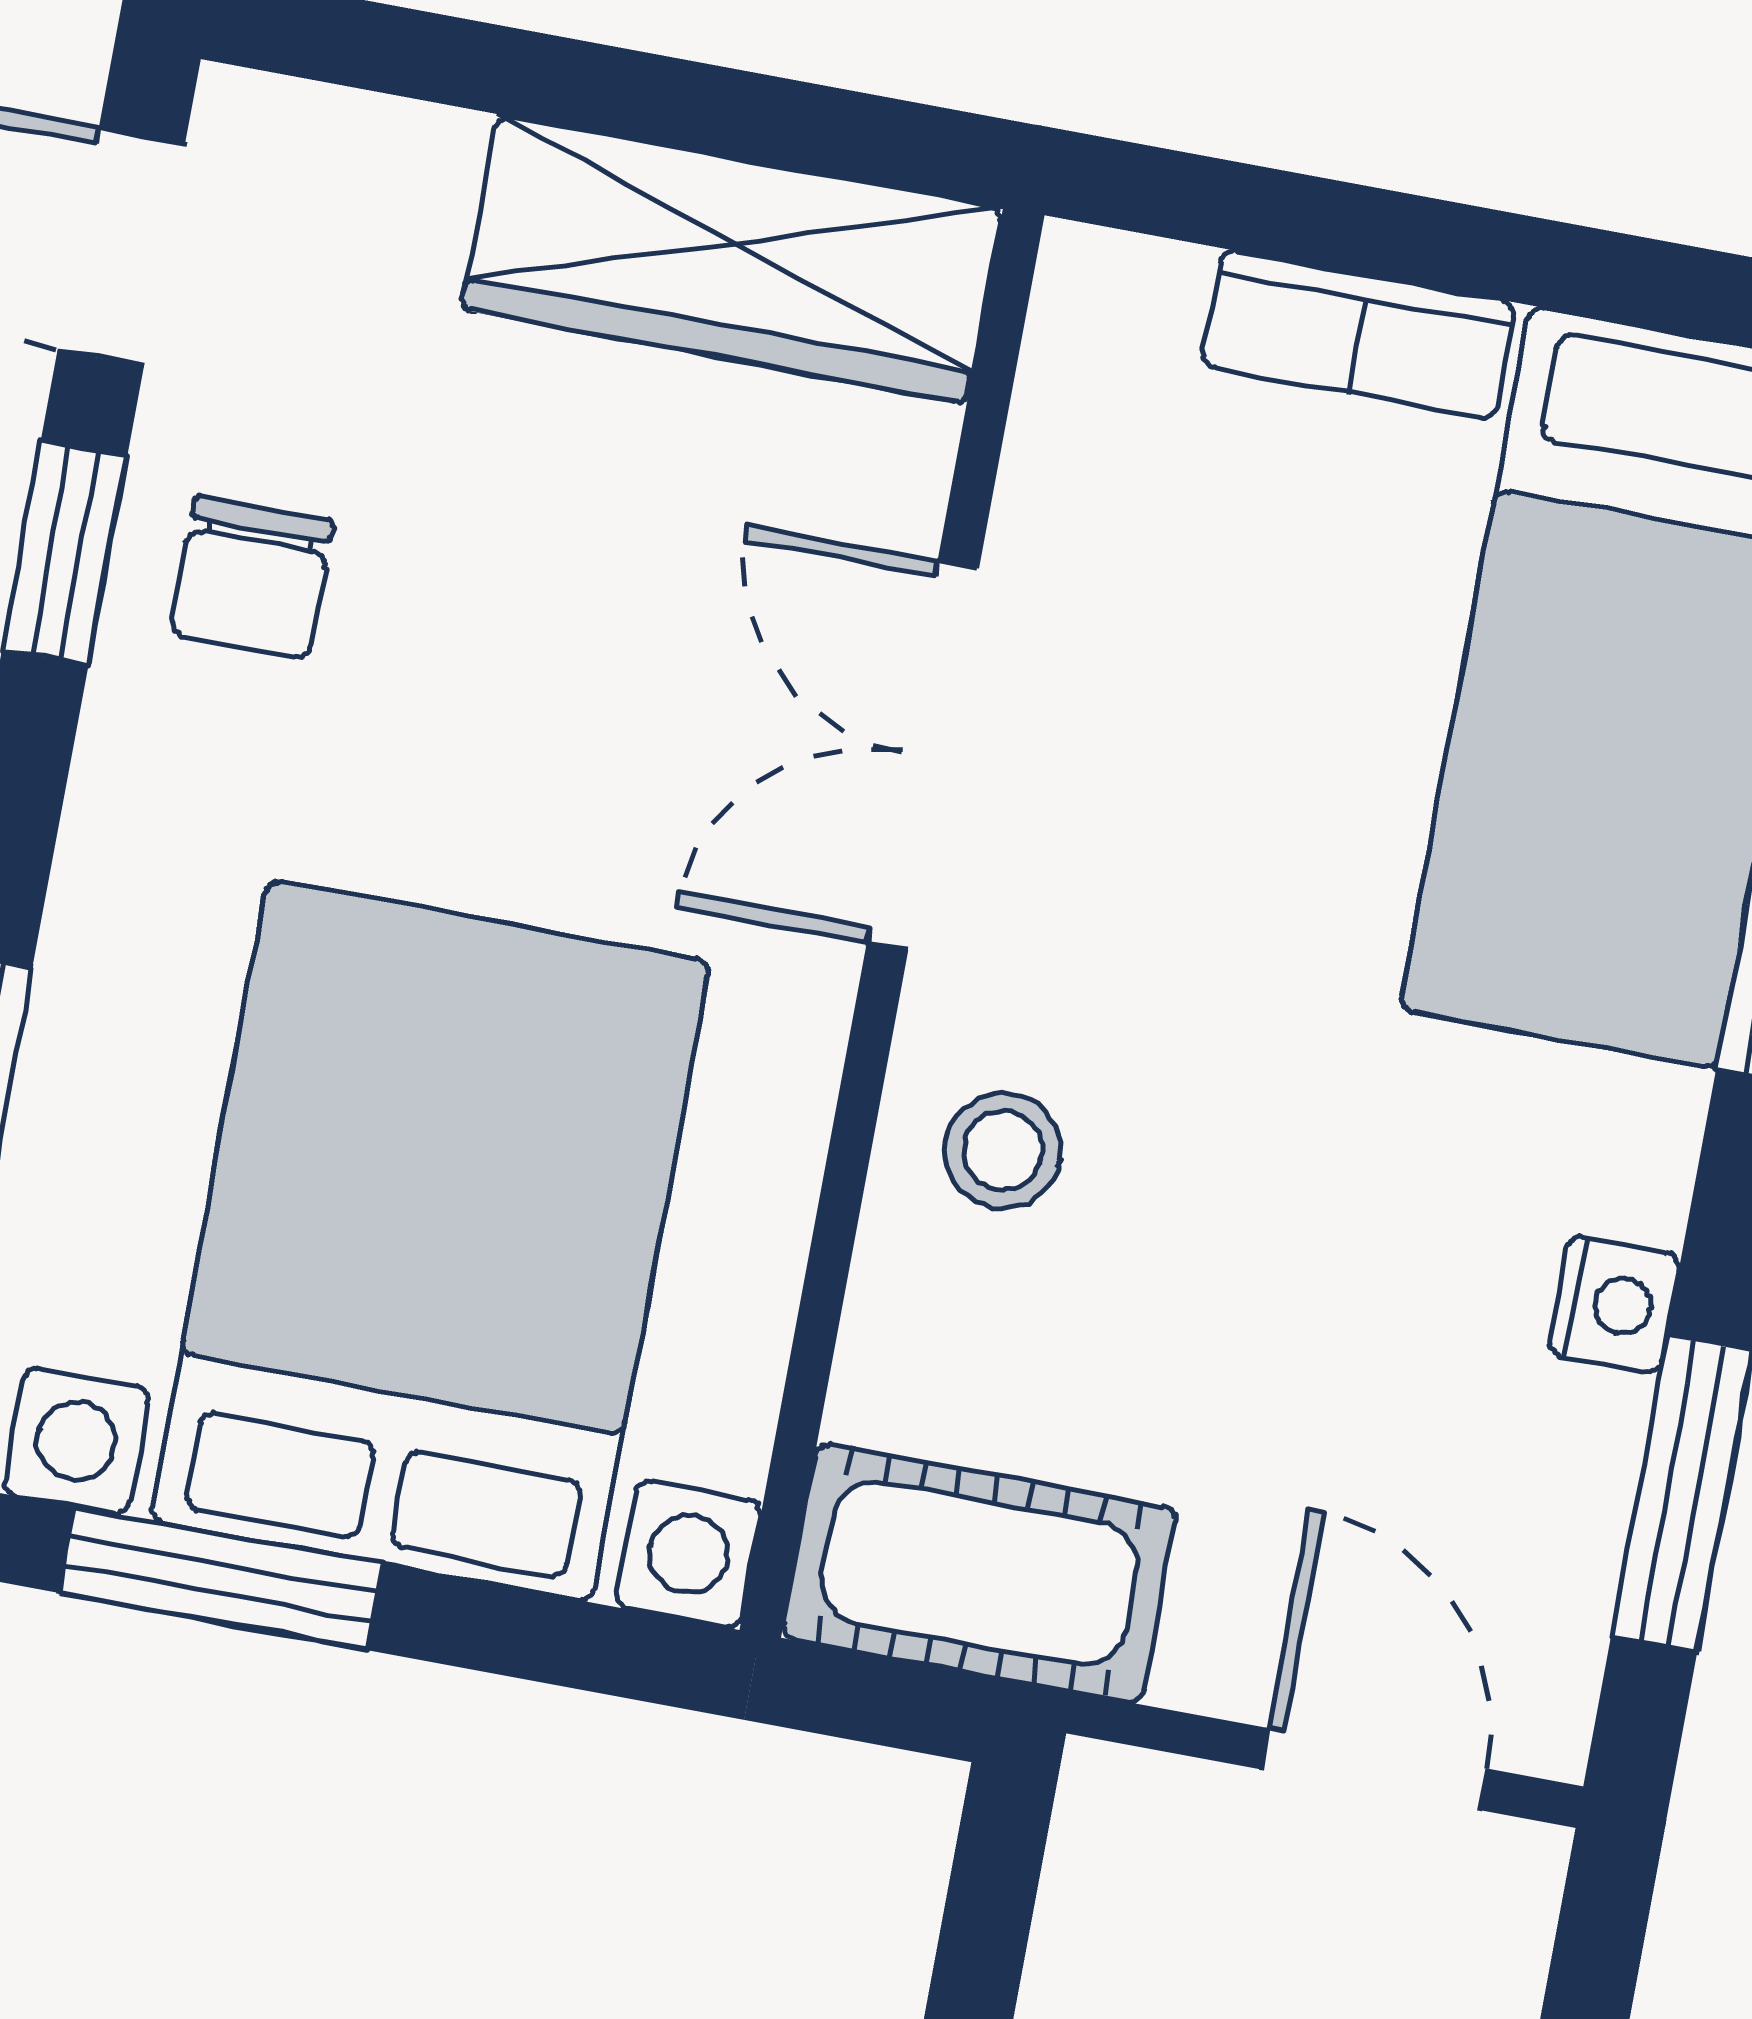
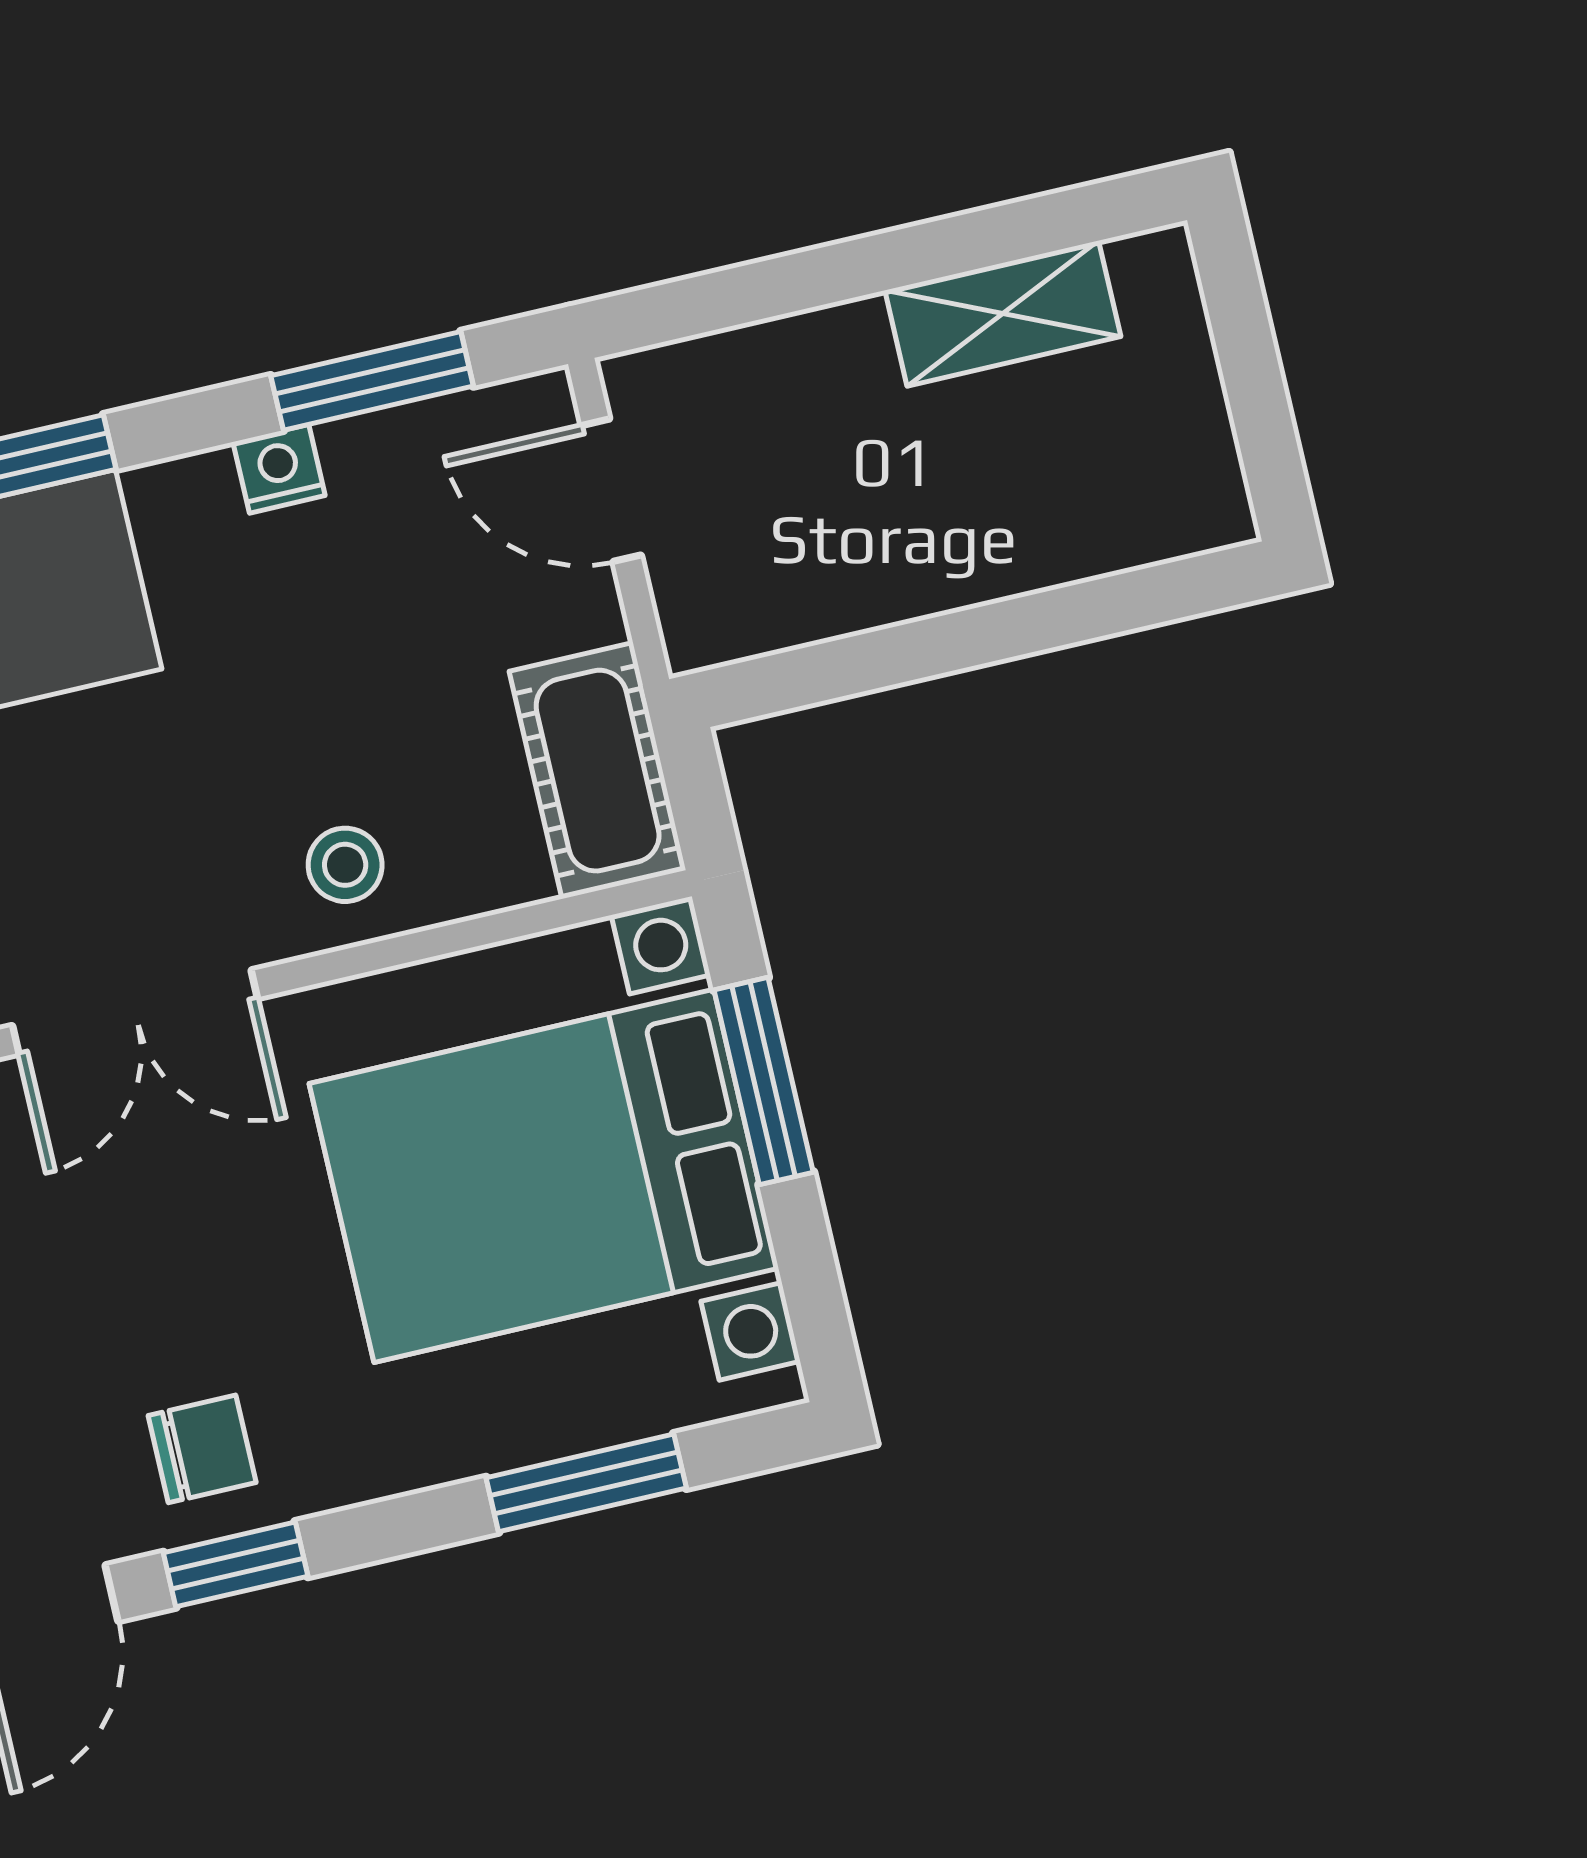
window: (221, 1578) -> (764, 1081), moved
door: (1374, 1769) -> (611, 490), hinge flipped

